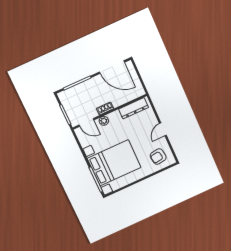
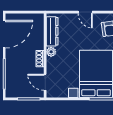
plant: (104, 121) -> (51, 52), moved
door: (86, 122) -> (45, 82), swing flipped

